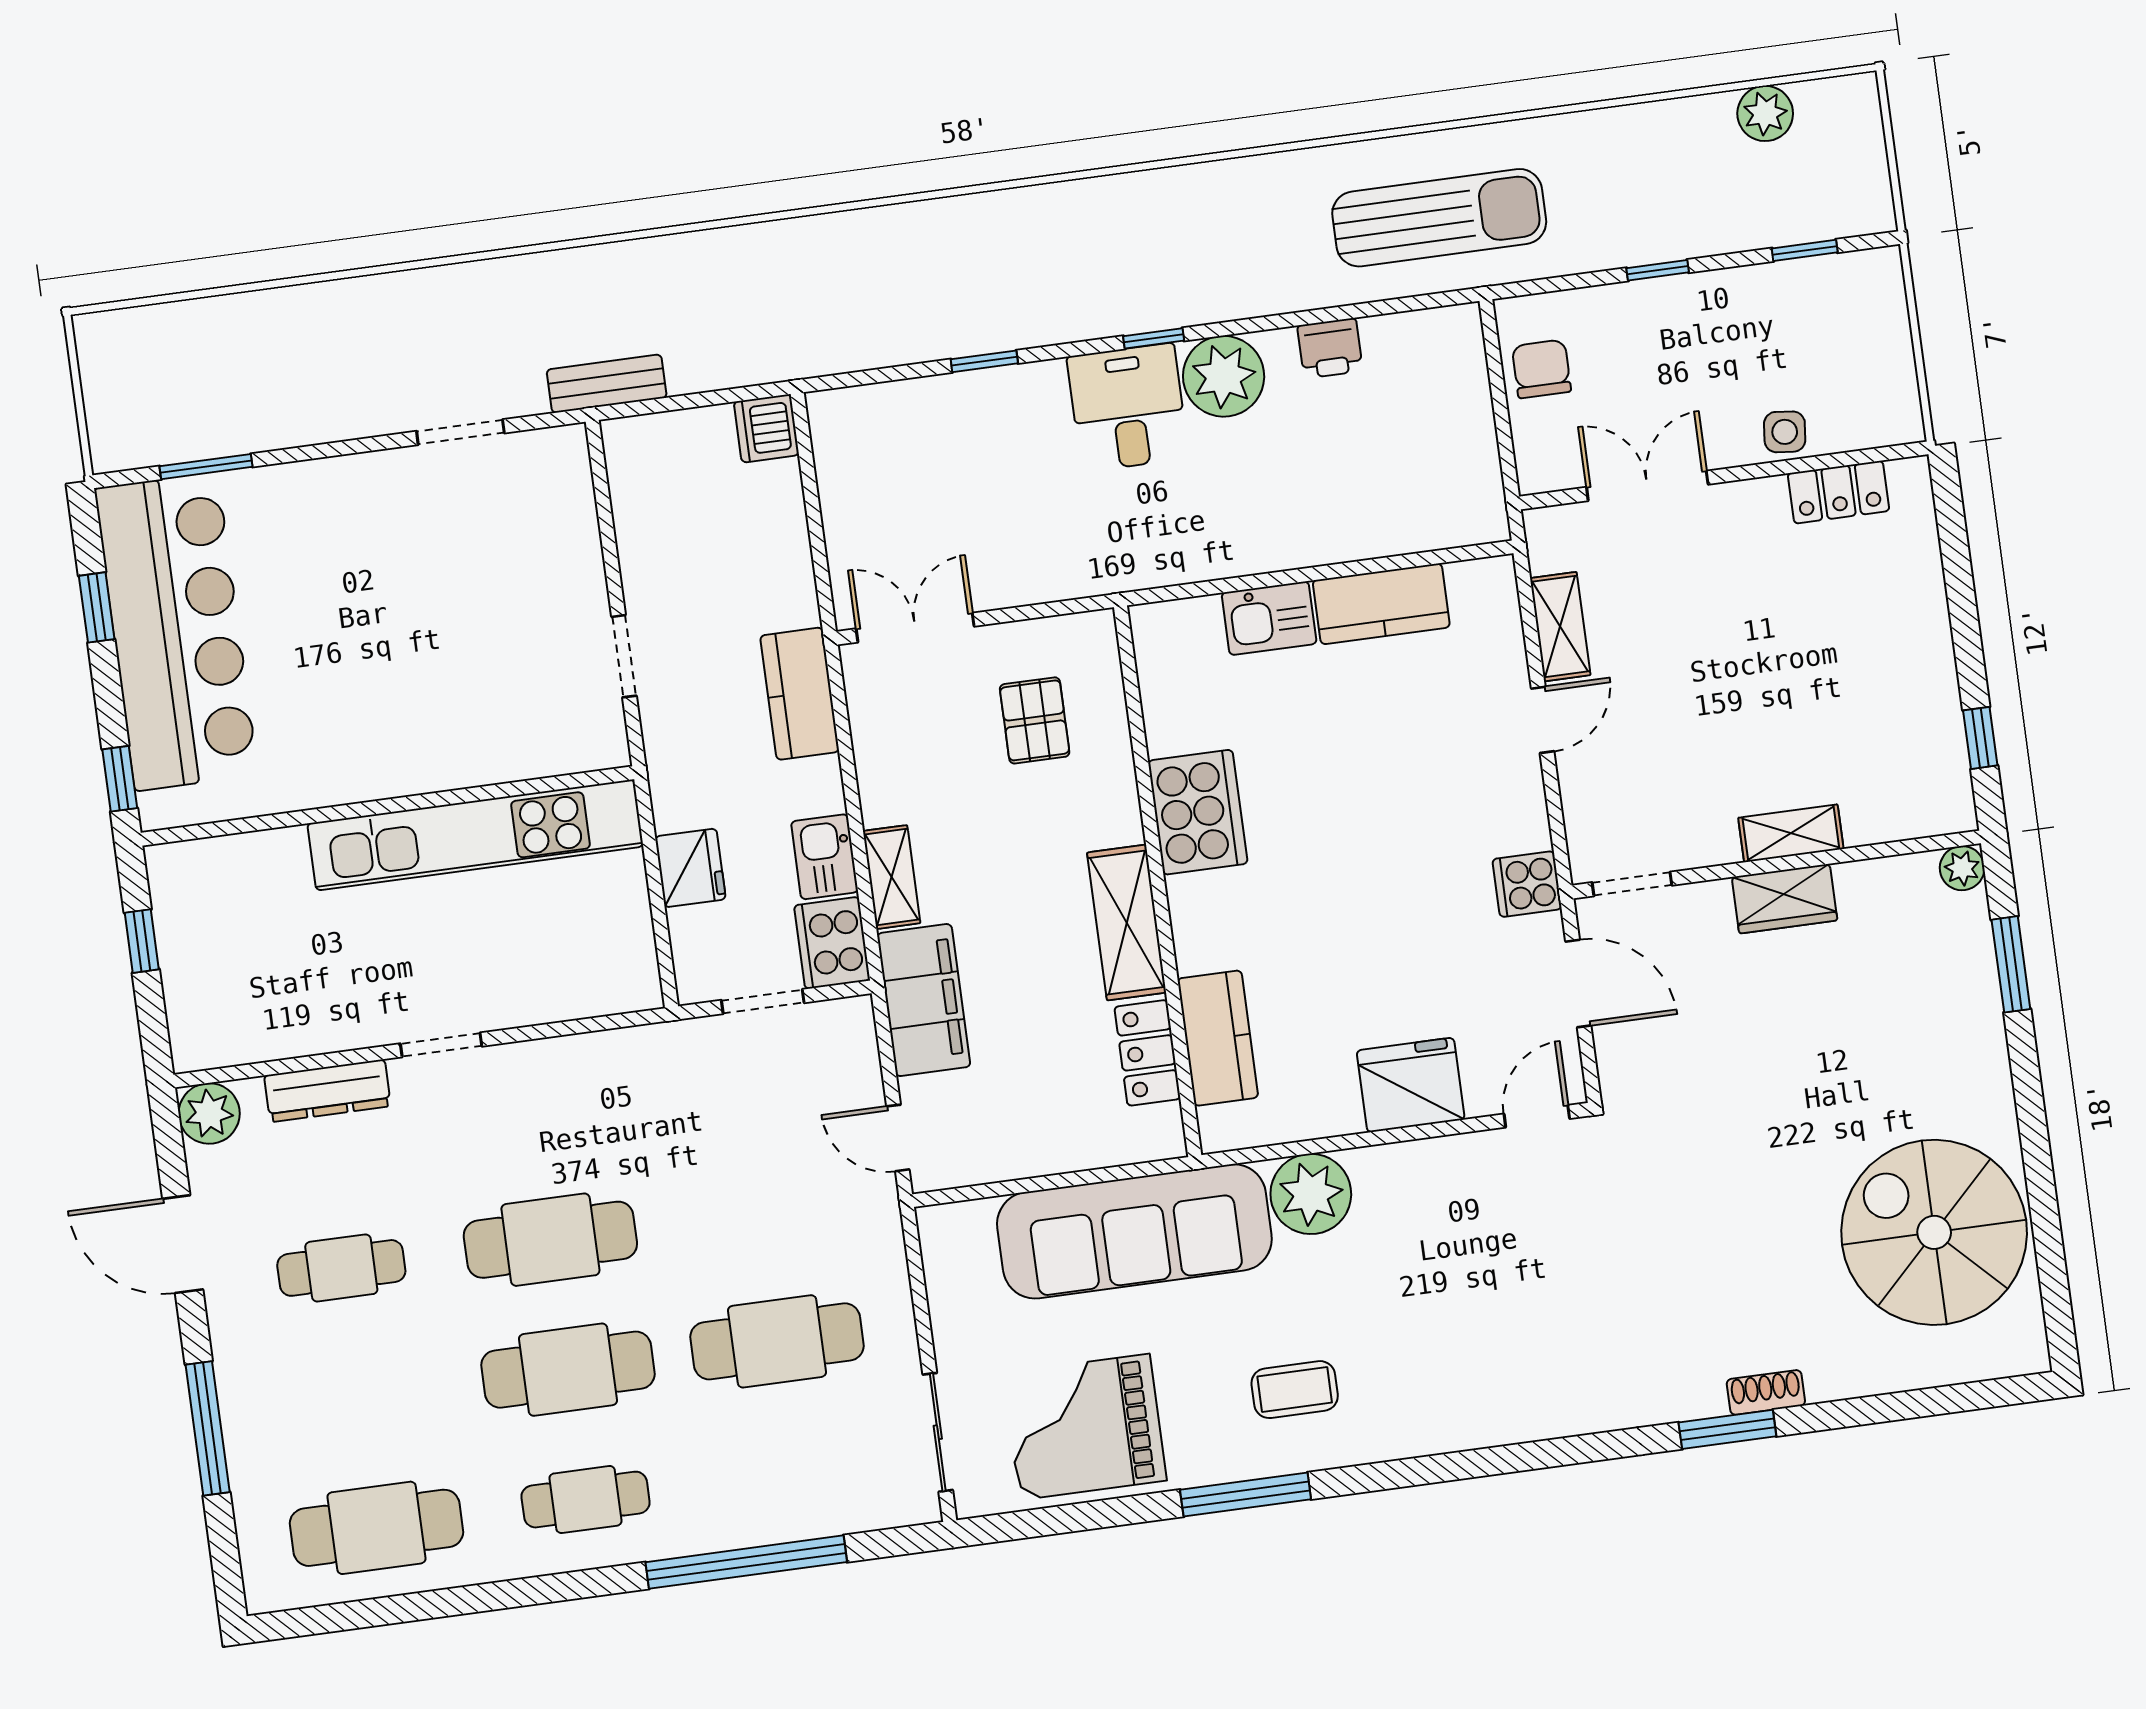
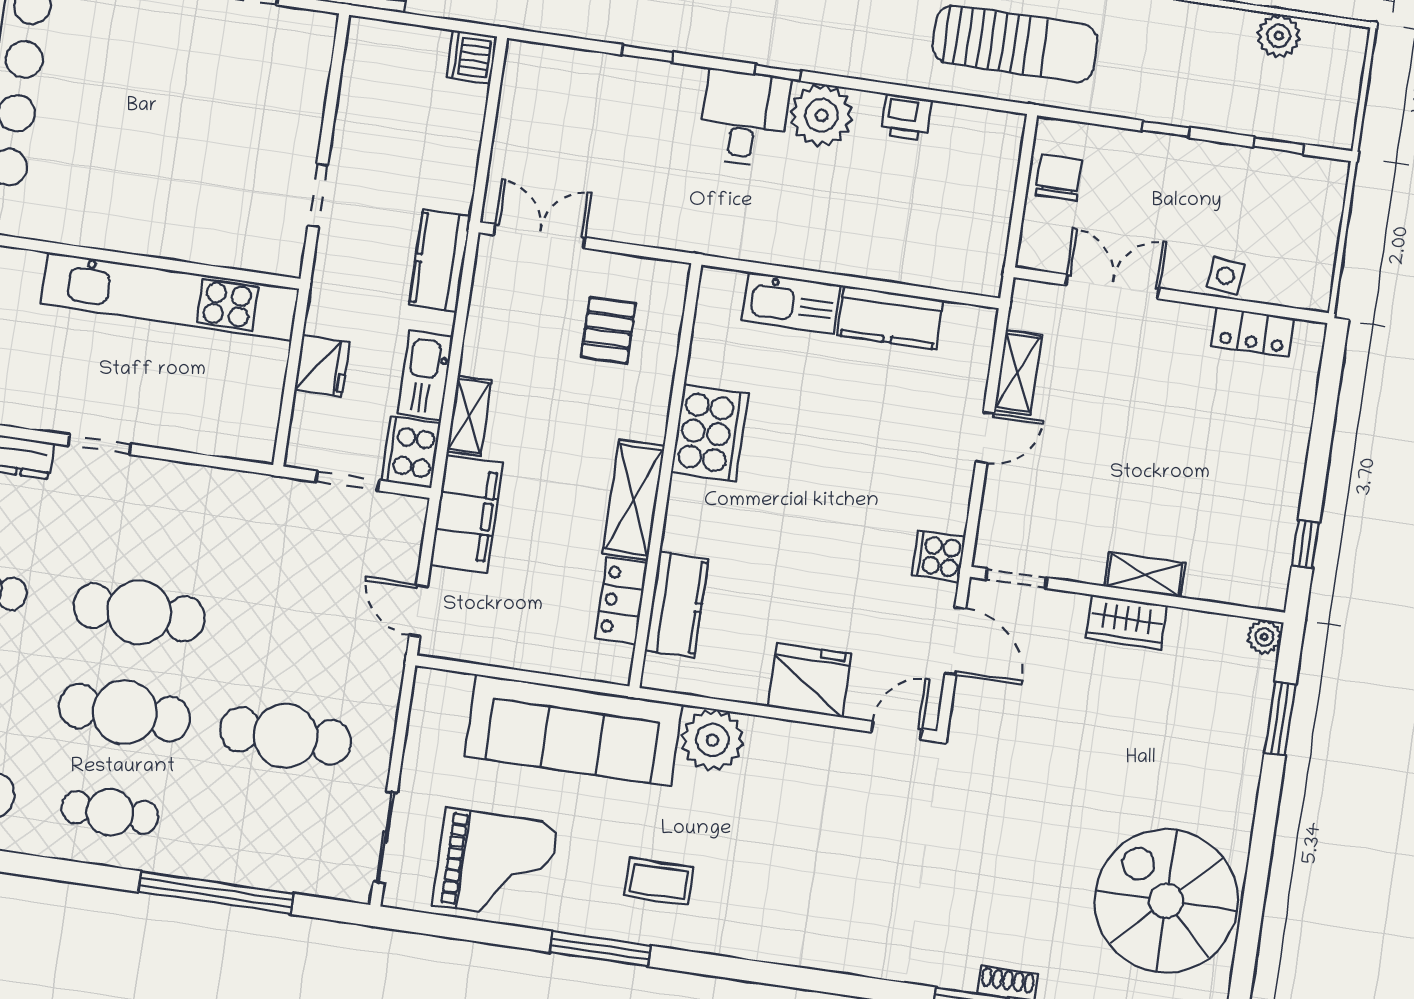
kitchen sink: (1269, 618) -> (791, 303), width x1.38
kitchen sink: (825, 857) -> (425, 375), width x1.38
grand piano: (1085, 1427) -> (495, 865), turned 180

